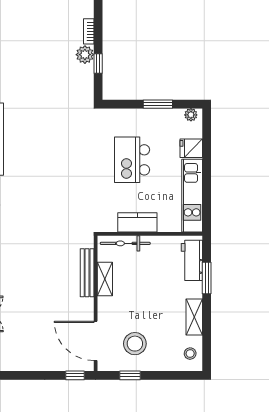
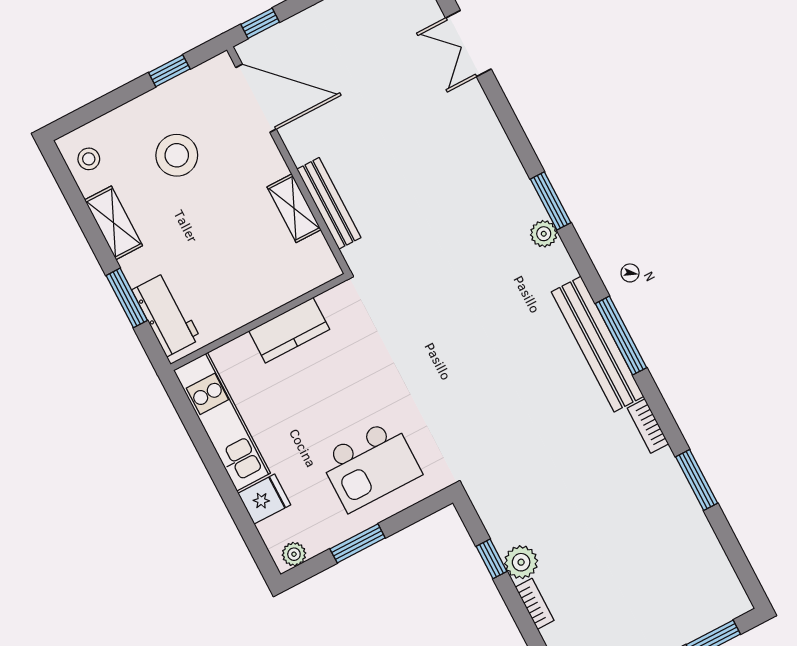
kitchen island: (132, 160) -> (370, 466), moved, turned 90
bicycle: (125, 243) -> (291, 285), removed
stool: (135, 344) -> (177, 155), moved

